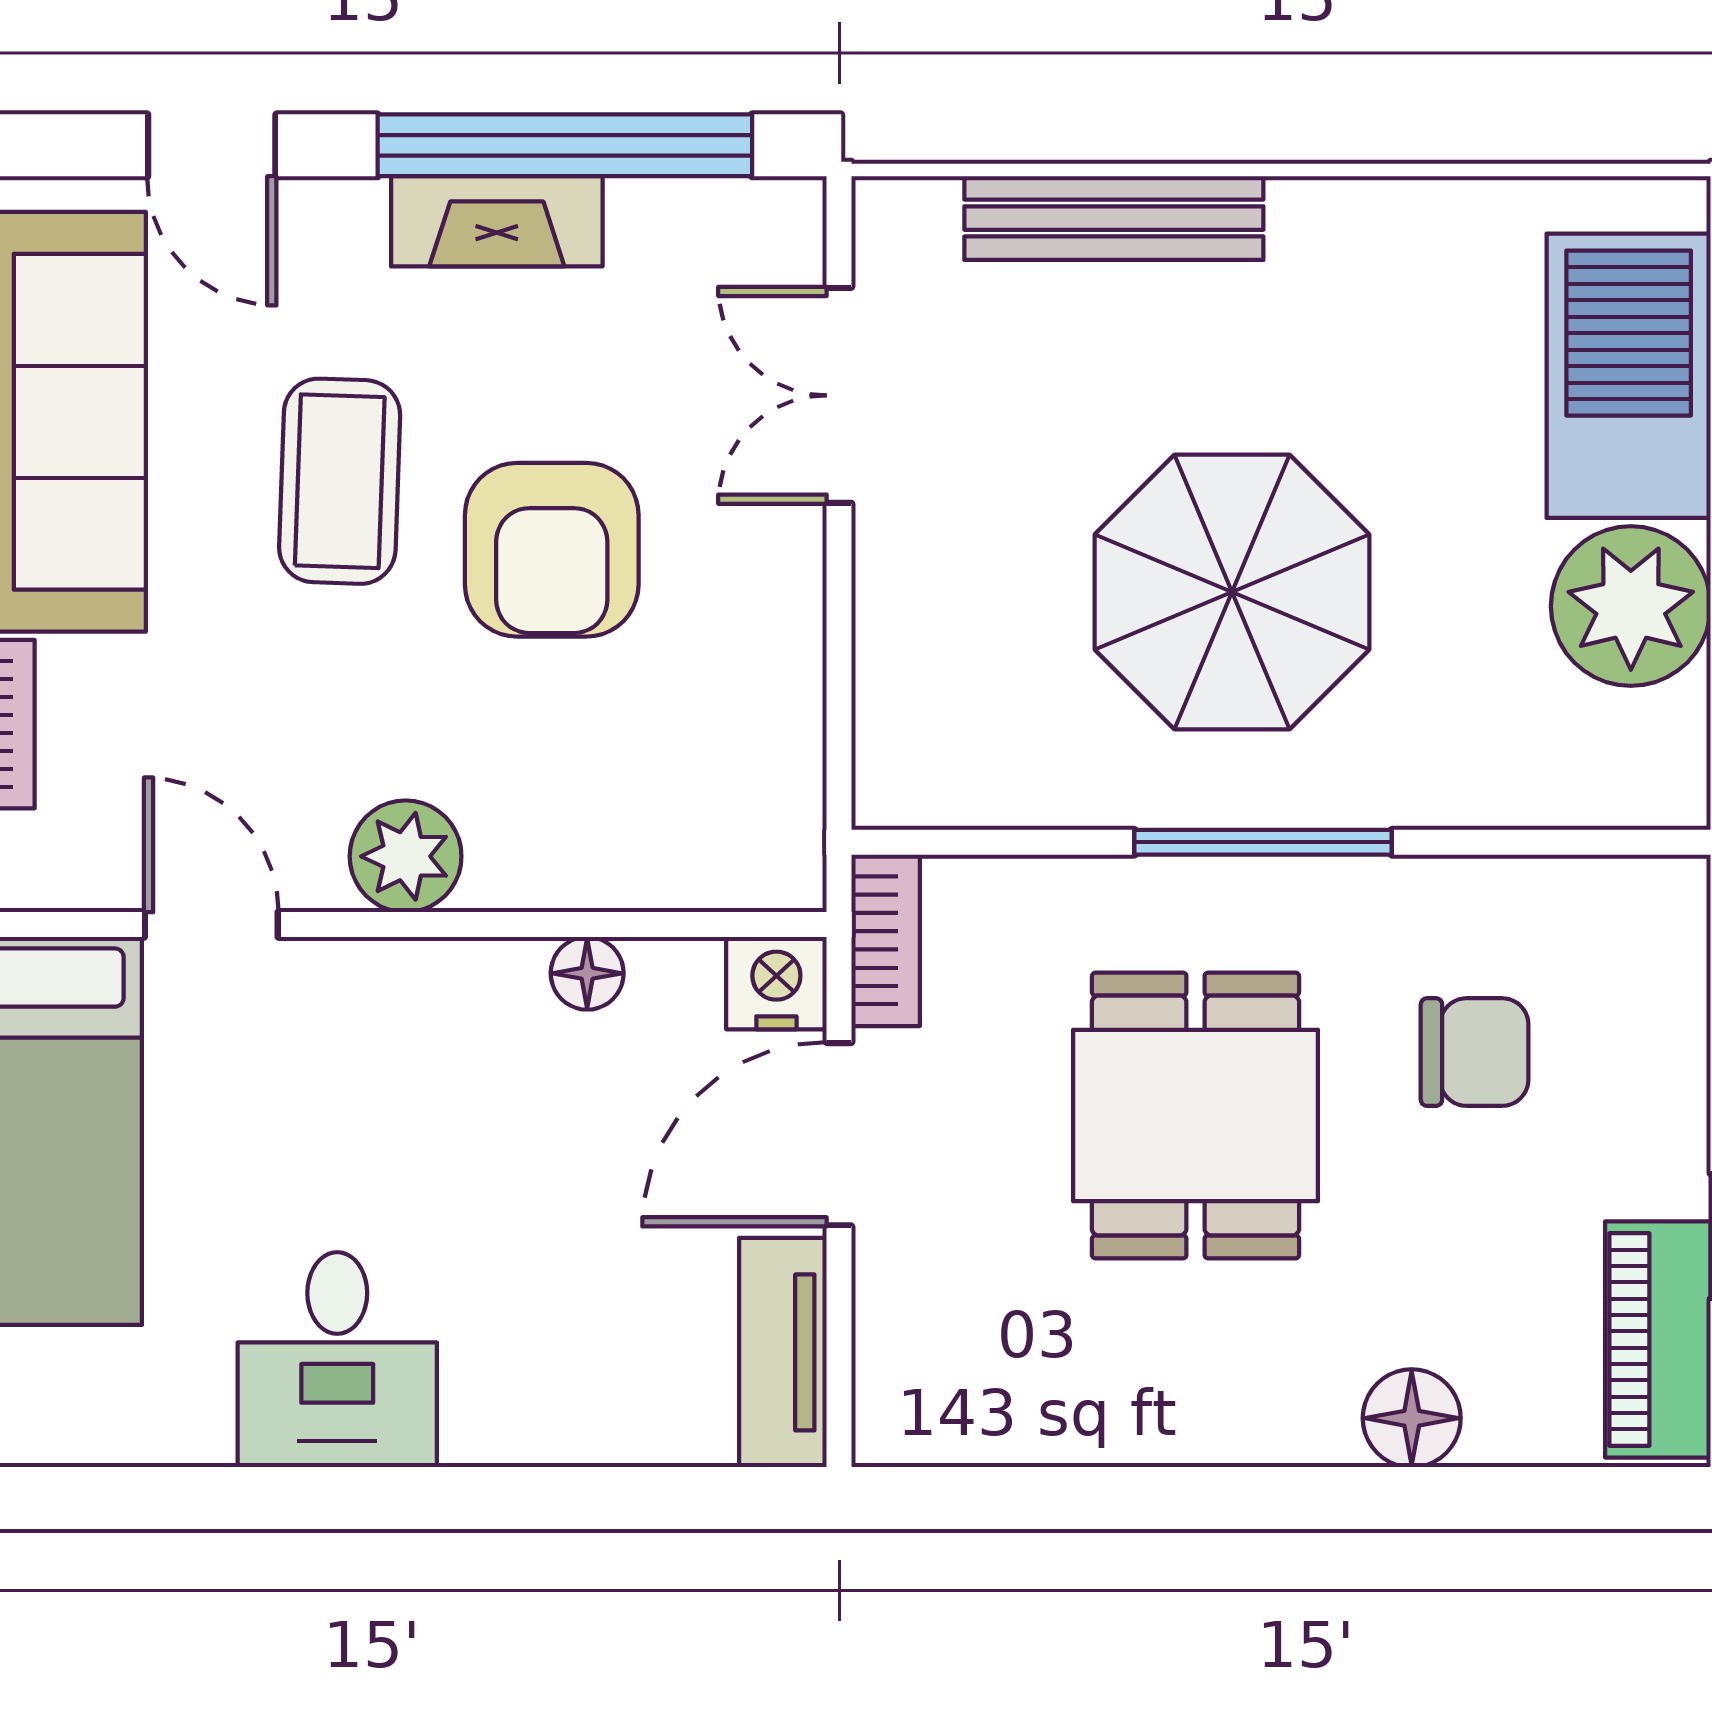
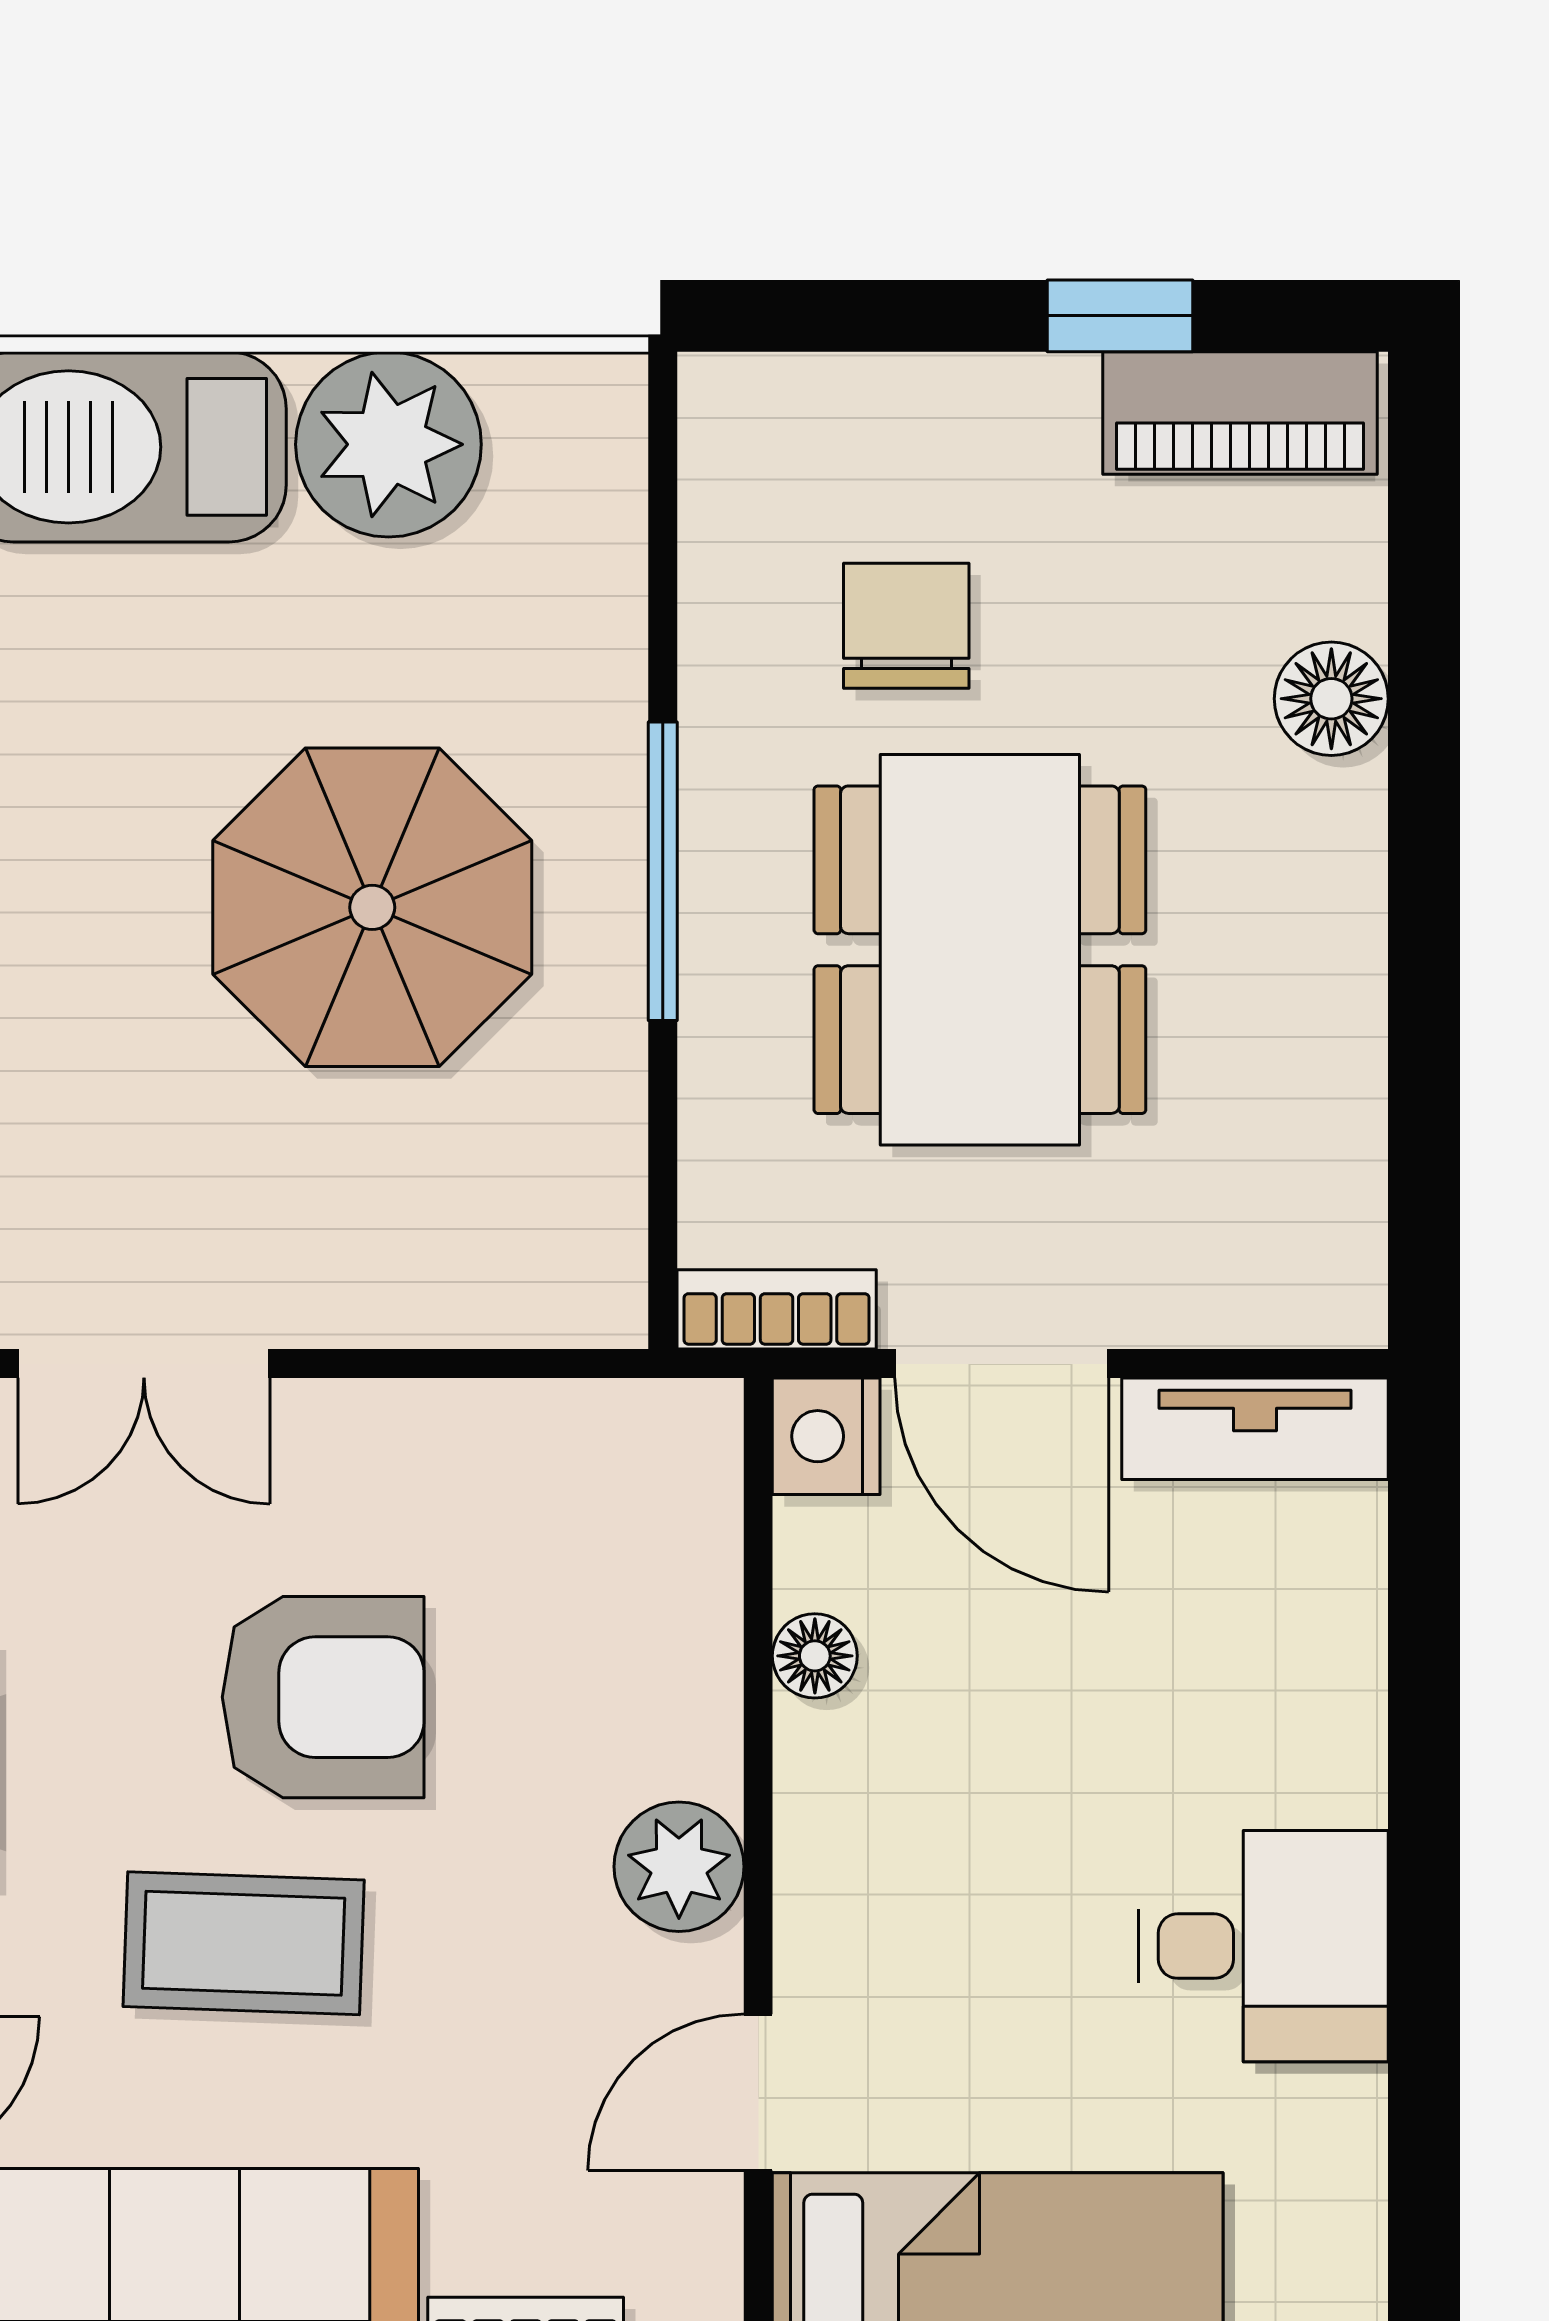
dining table: (1196, 1116) -> (980, 950), width x1.38

